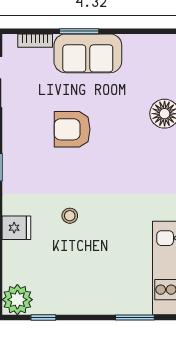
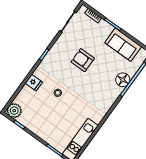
sofa: (88, 53) -> (123, 45), moved

